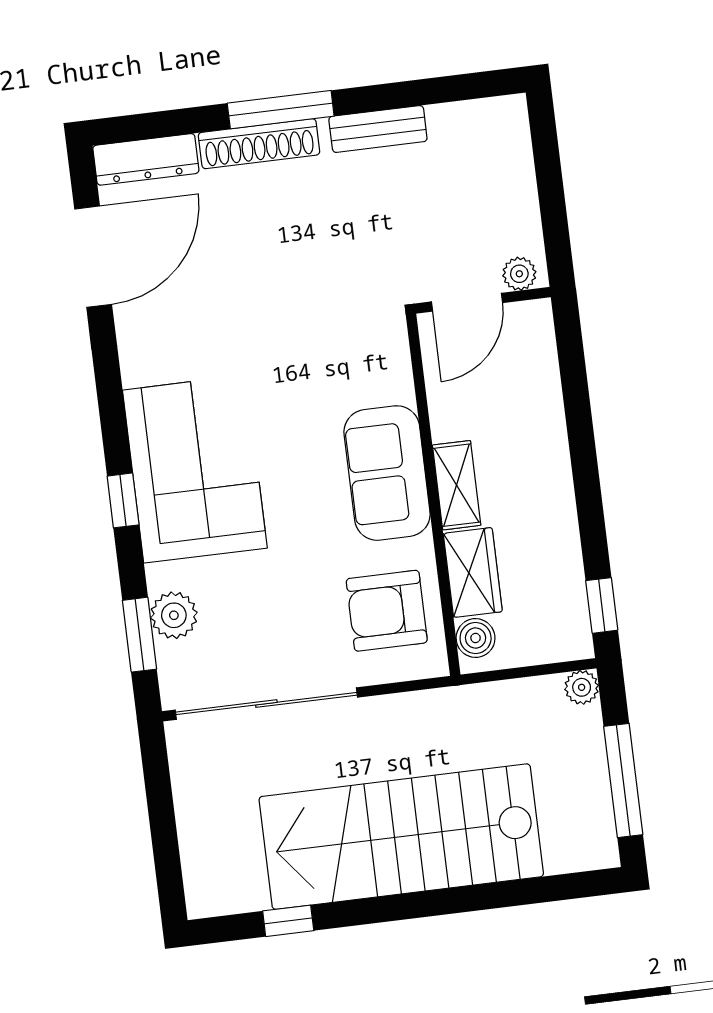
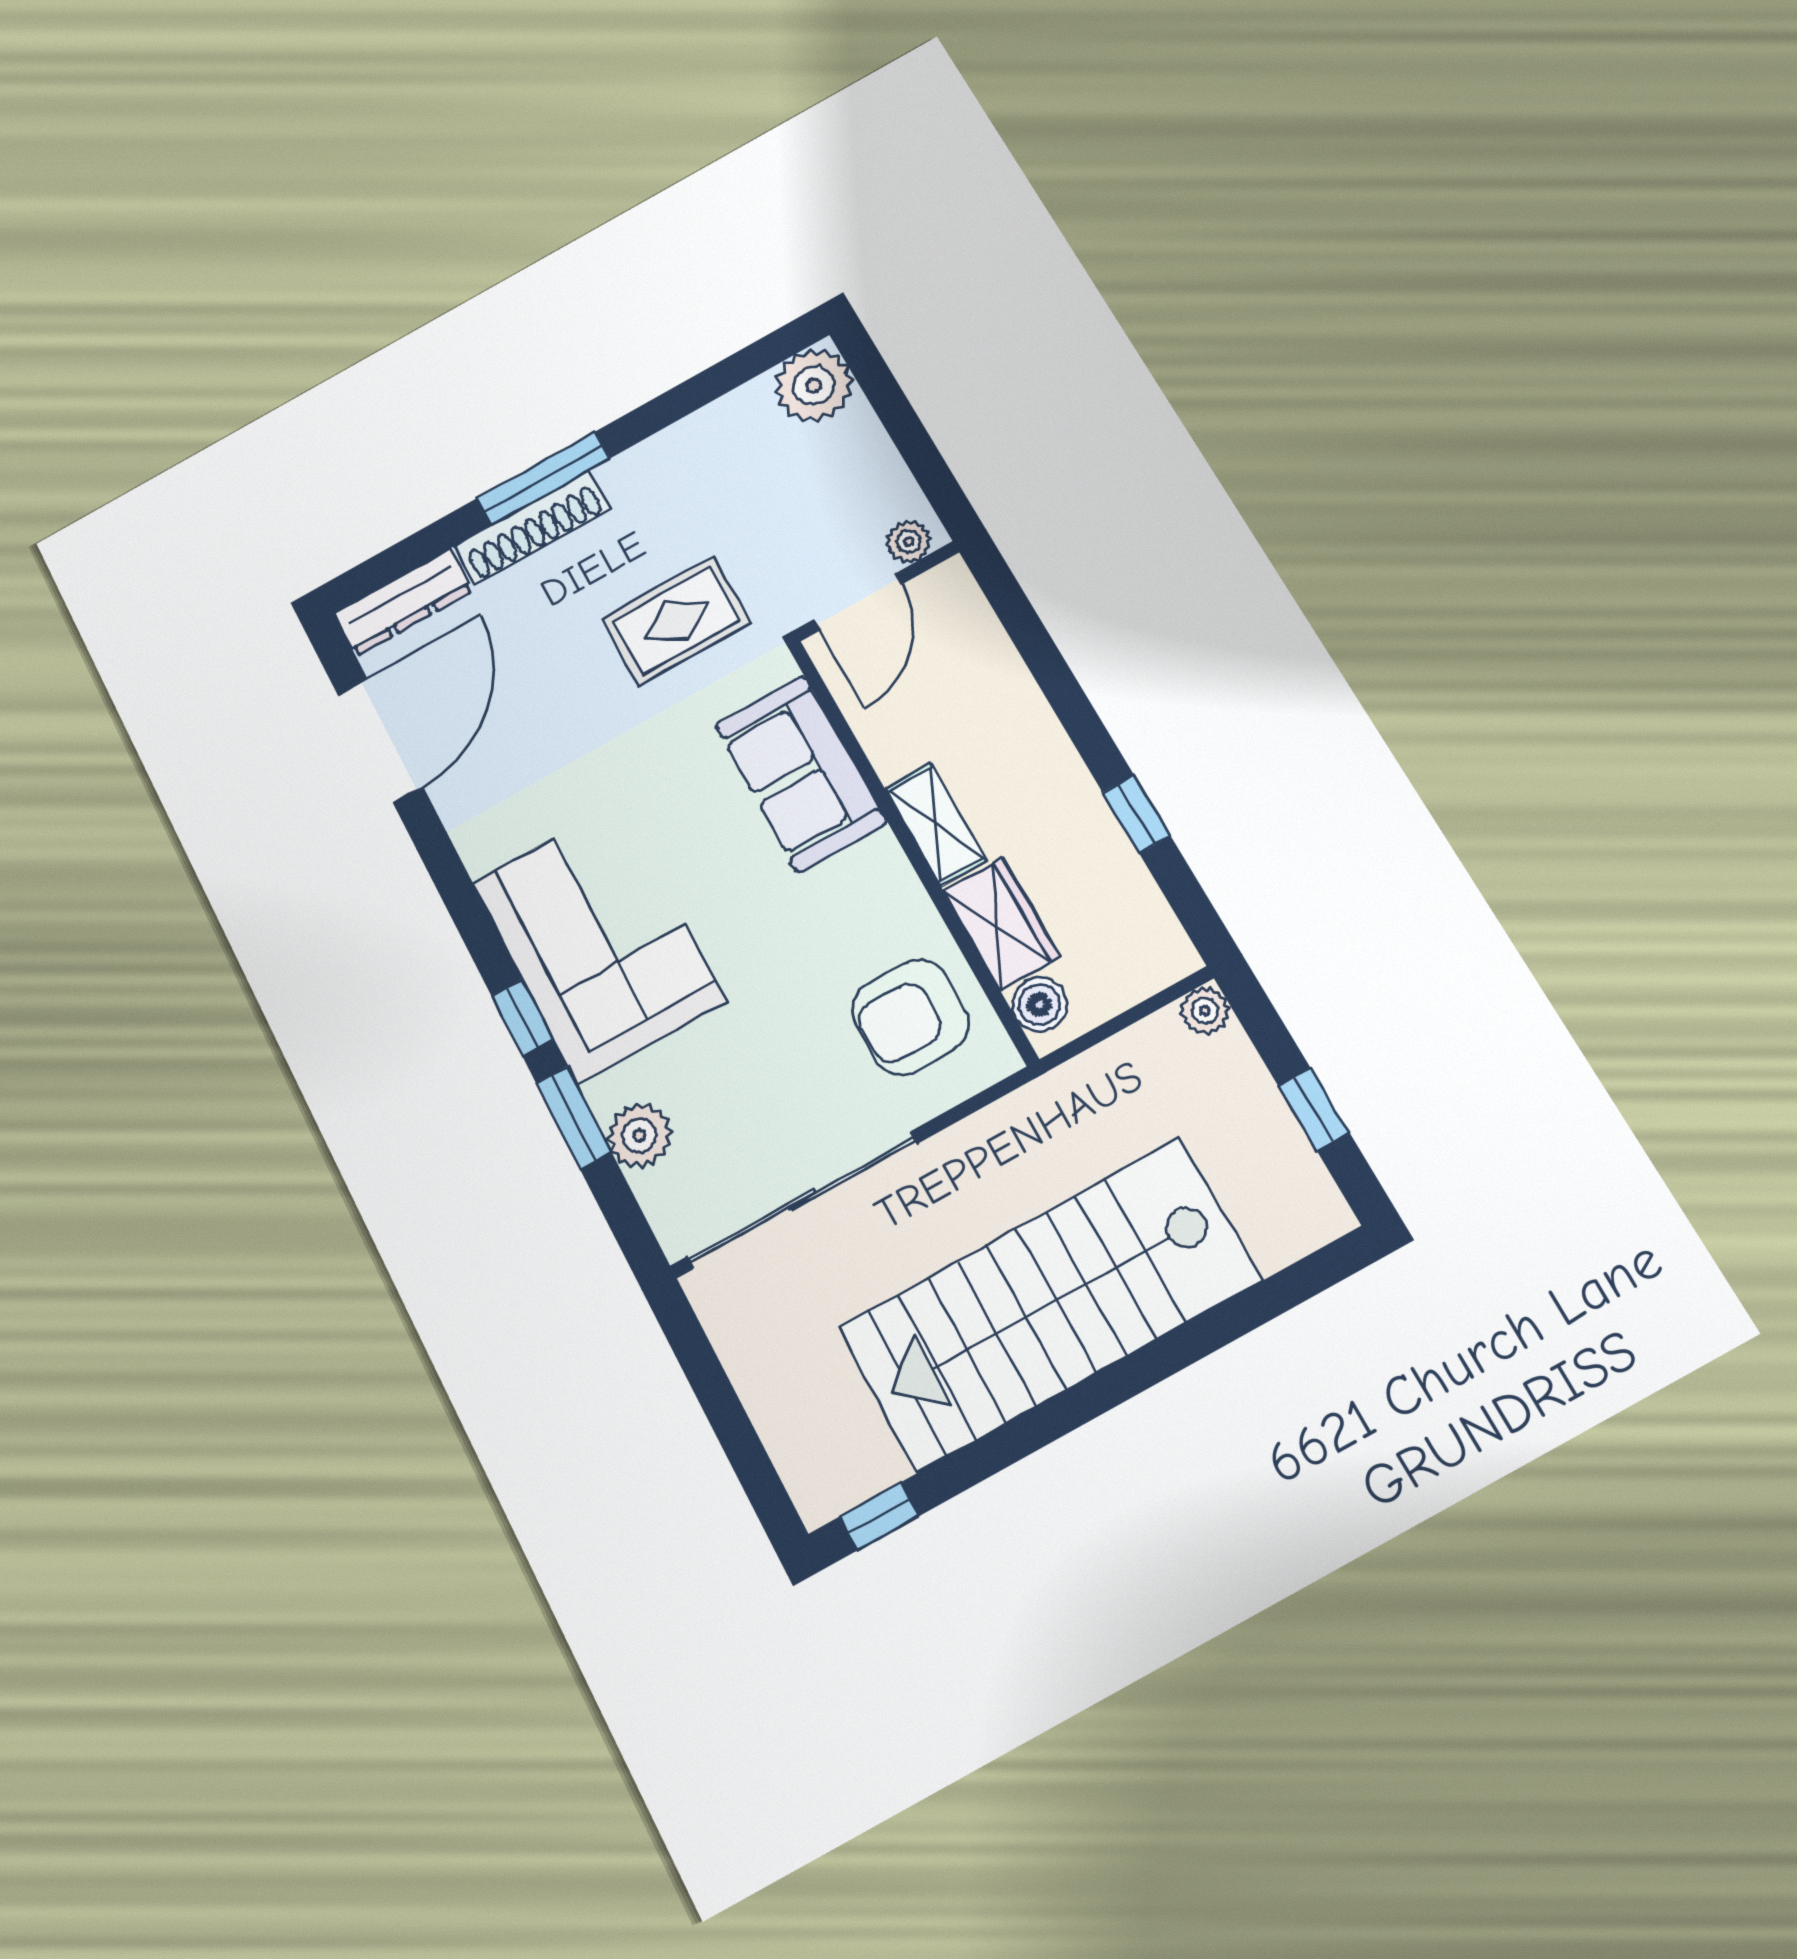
plant: (500, 126) -> (814, 385), added
bench: (378, 129) -> (668, 451), removed
rug: (335, 260) -> (676, 621), added
sofa: (387, 473) -> (801, 773), moved
window: (602, 605) -> (1137, 814), moved
window: (140, 635) -> (574, 1118), moved
window: (623, 780) -> (1314, 1109), width x0.46
window: (288, 921) -> (879, 1516), moved

